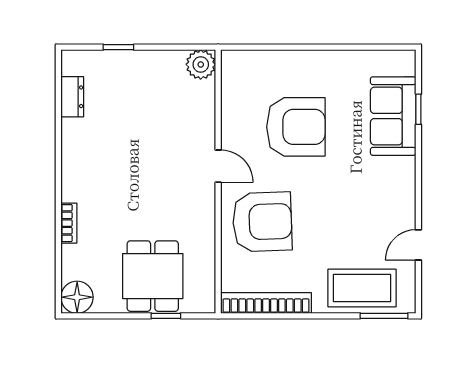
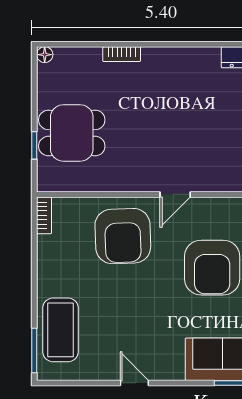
door: (418, 245) -> (134, 383), moved
floor lamp: (77, 297) -> (45, 55), width x0.53, depth x0.53
bookcase: (266, 303) -> (44, 215), width x0.43, depth x0.76

